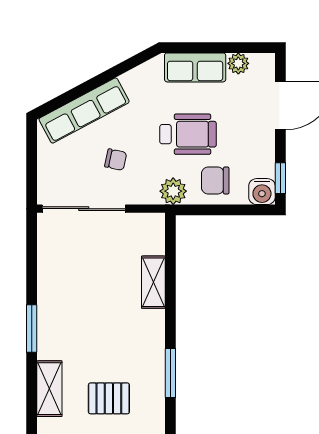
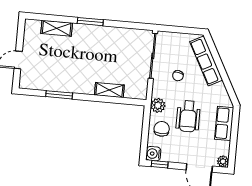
plant: (238, 63) -> (223, 161), moved
pallet: (109, 398) -> (48, 60), removed

